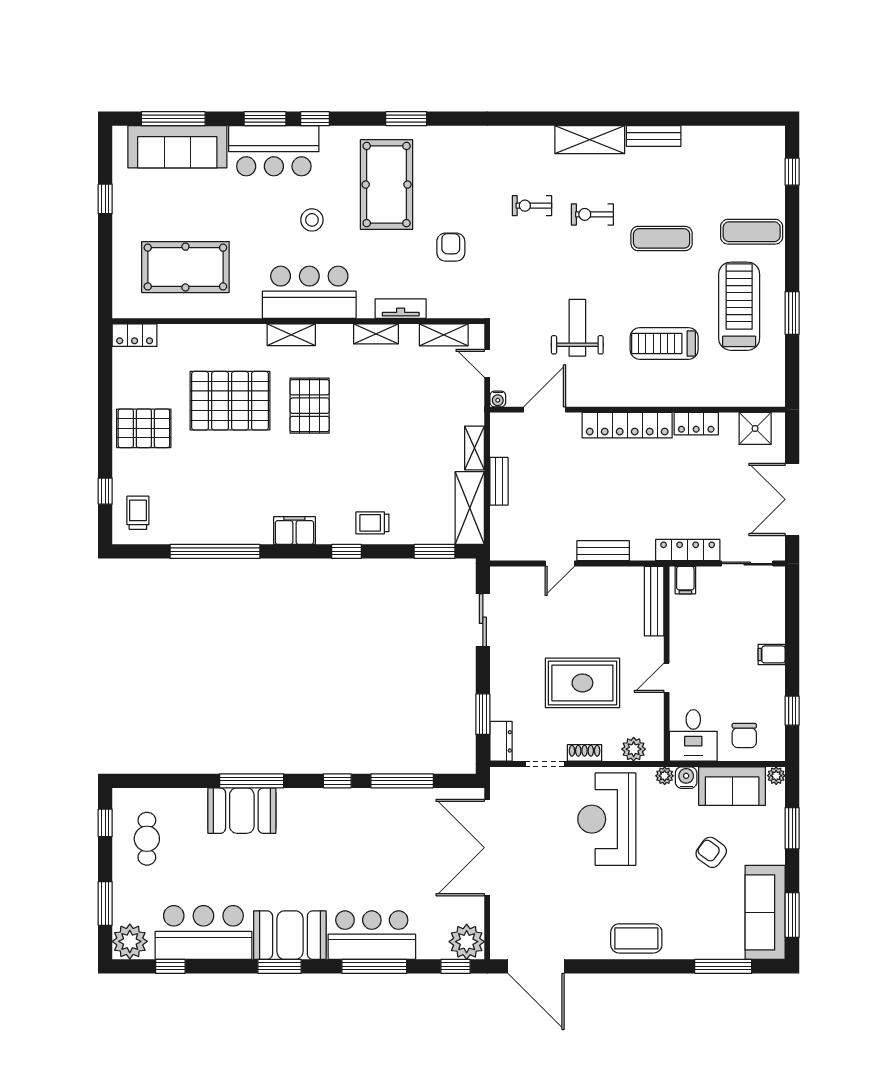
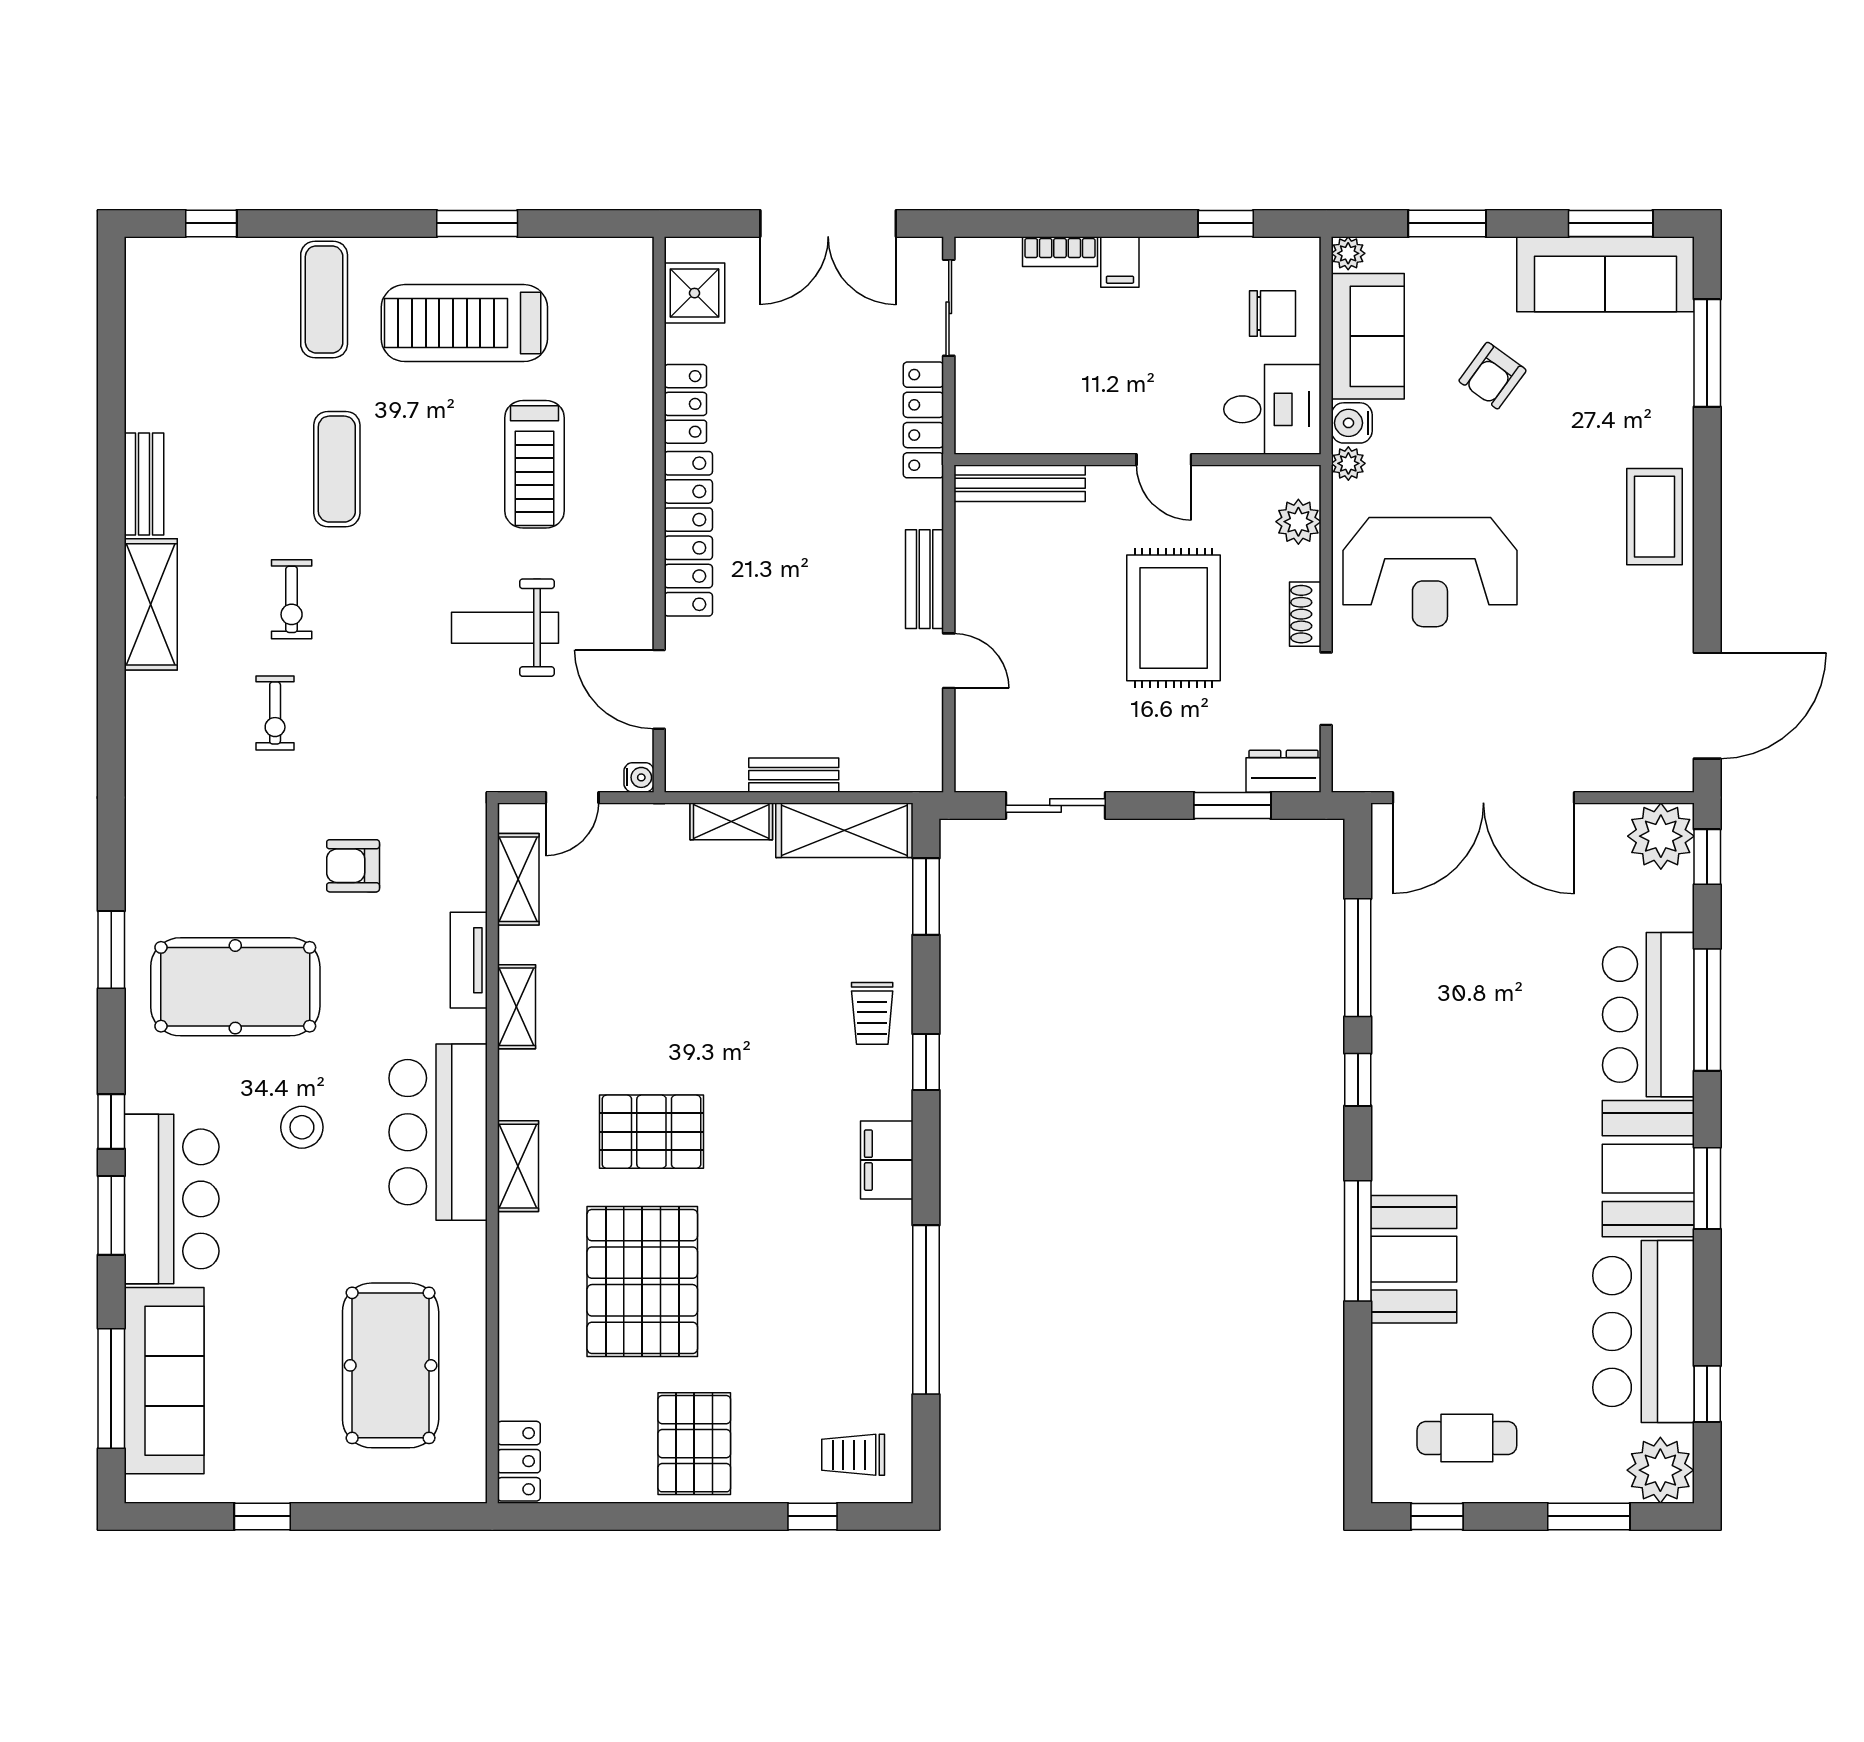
filing cabinet: (685, 580) -> (980, 424), removed
bookcase: (777, 623) -> (1060, 252), added

